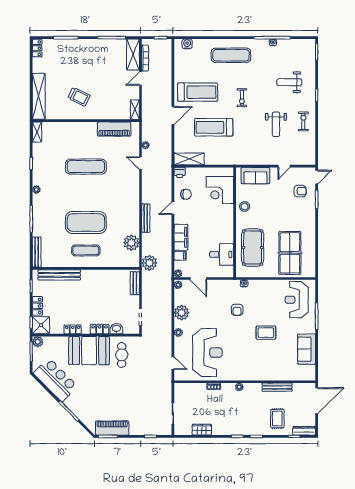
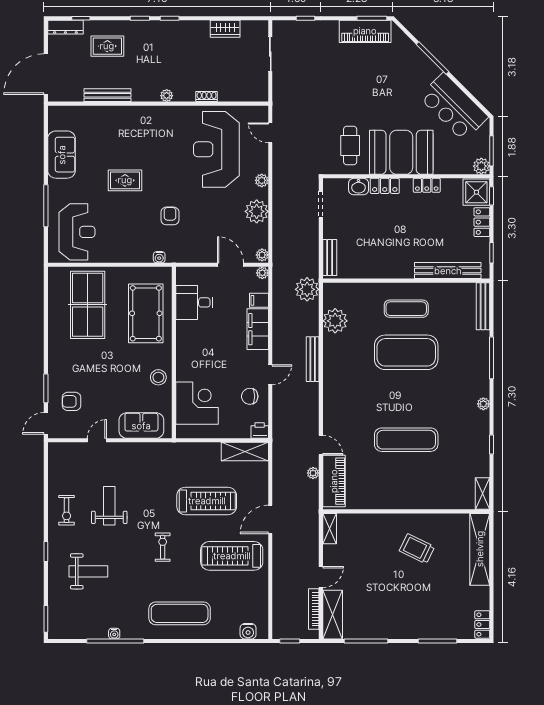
piano: (114, 129) -> (334, 481), moved, turned 90
rug: (277, 419) -> (107, 46), turned 90

